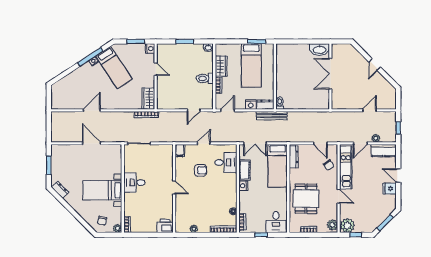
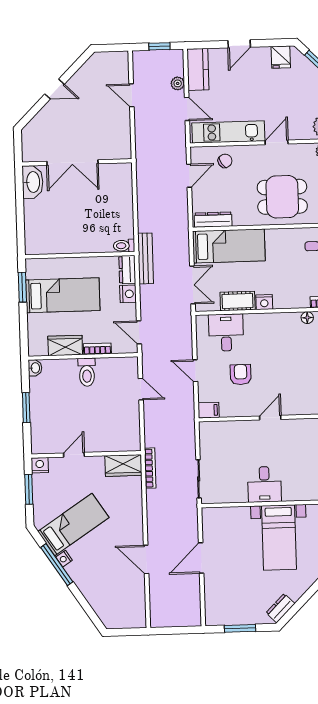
fridge: (390, 189) -> (281, 57), moved

